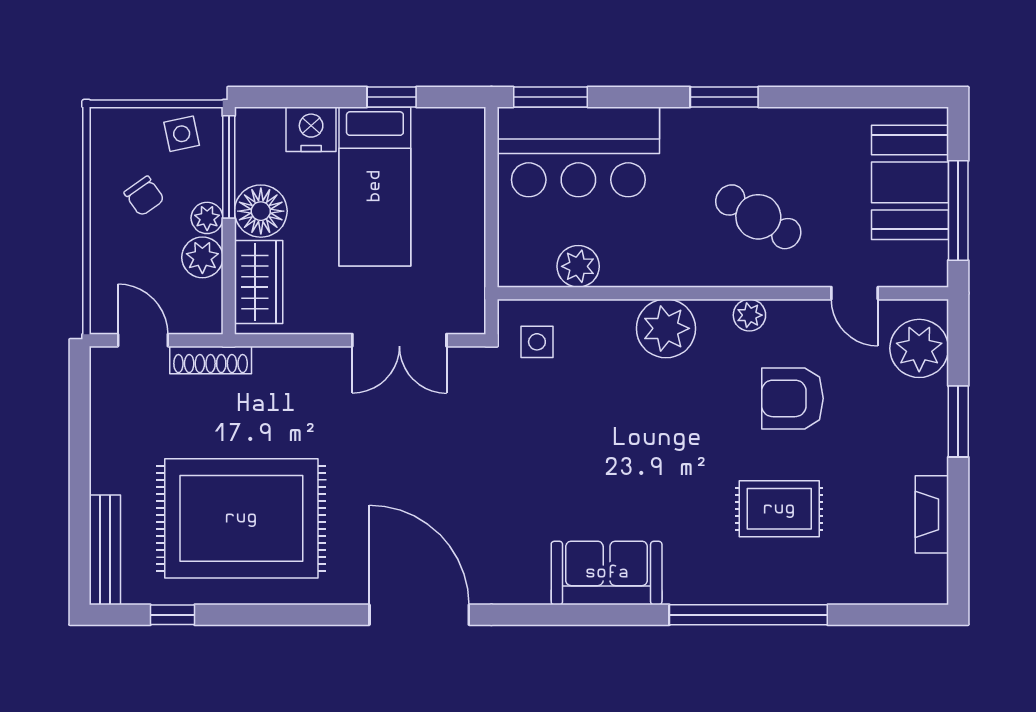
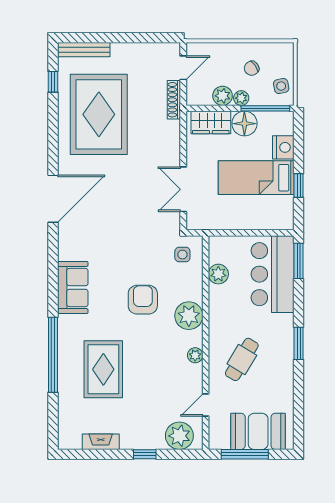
armchair: (792, 398) -> (143, 300), moved
window: (958, 421) -> (145, 454), width x0.67
rug: (779, 509) -> (103, 369), width x1.36, depth x1.43

